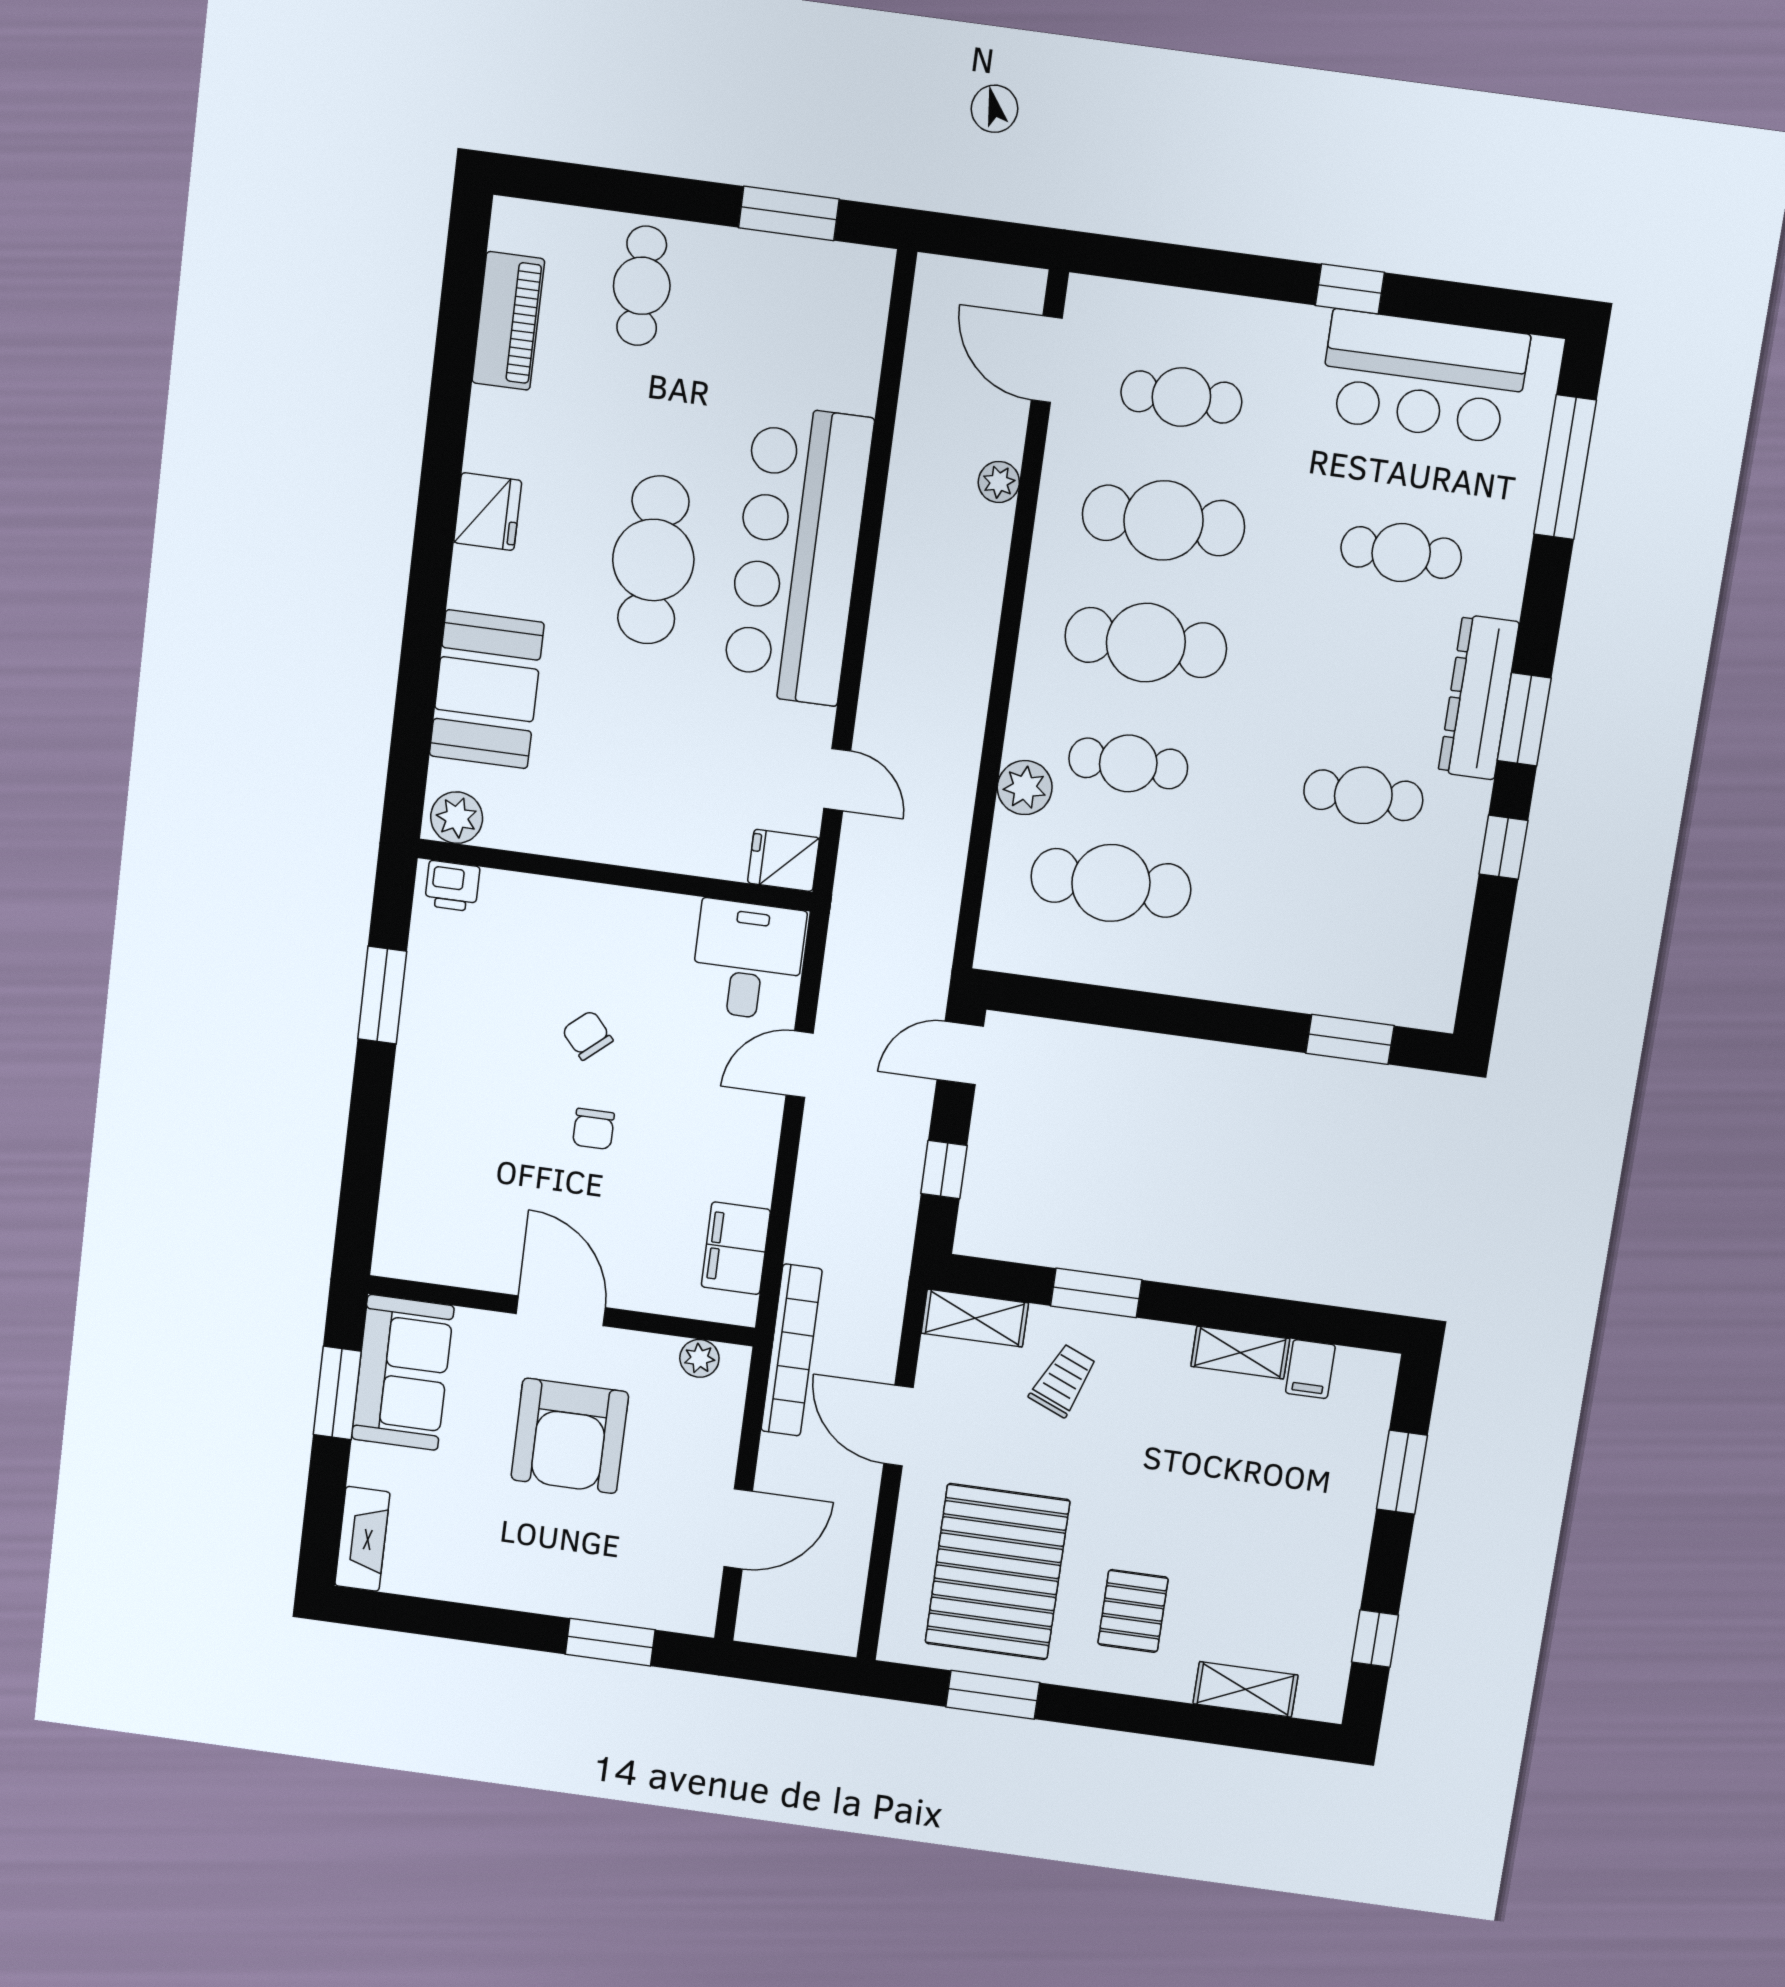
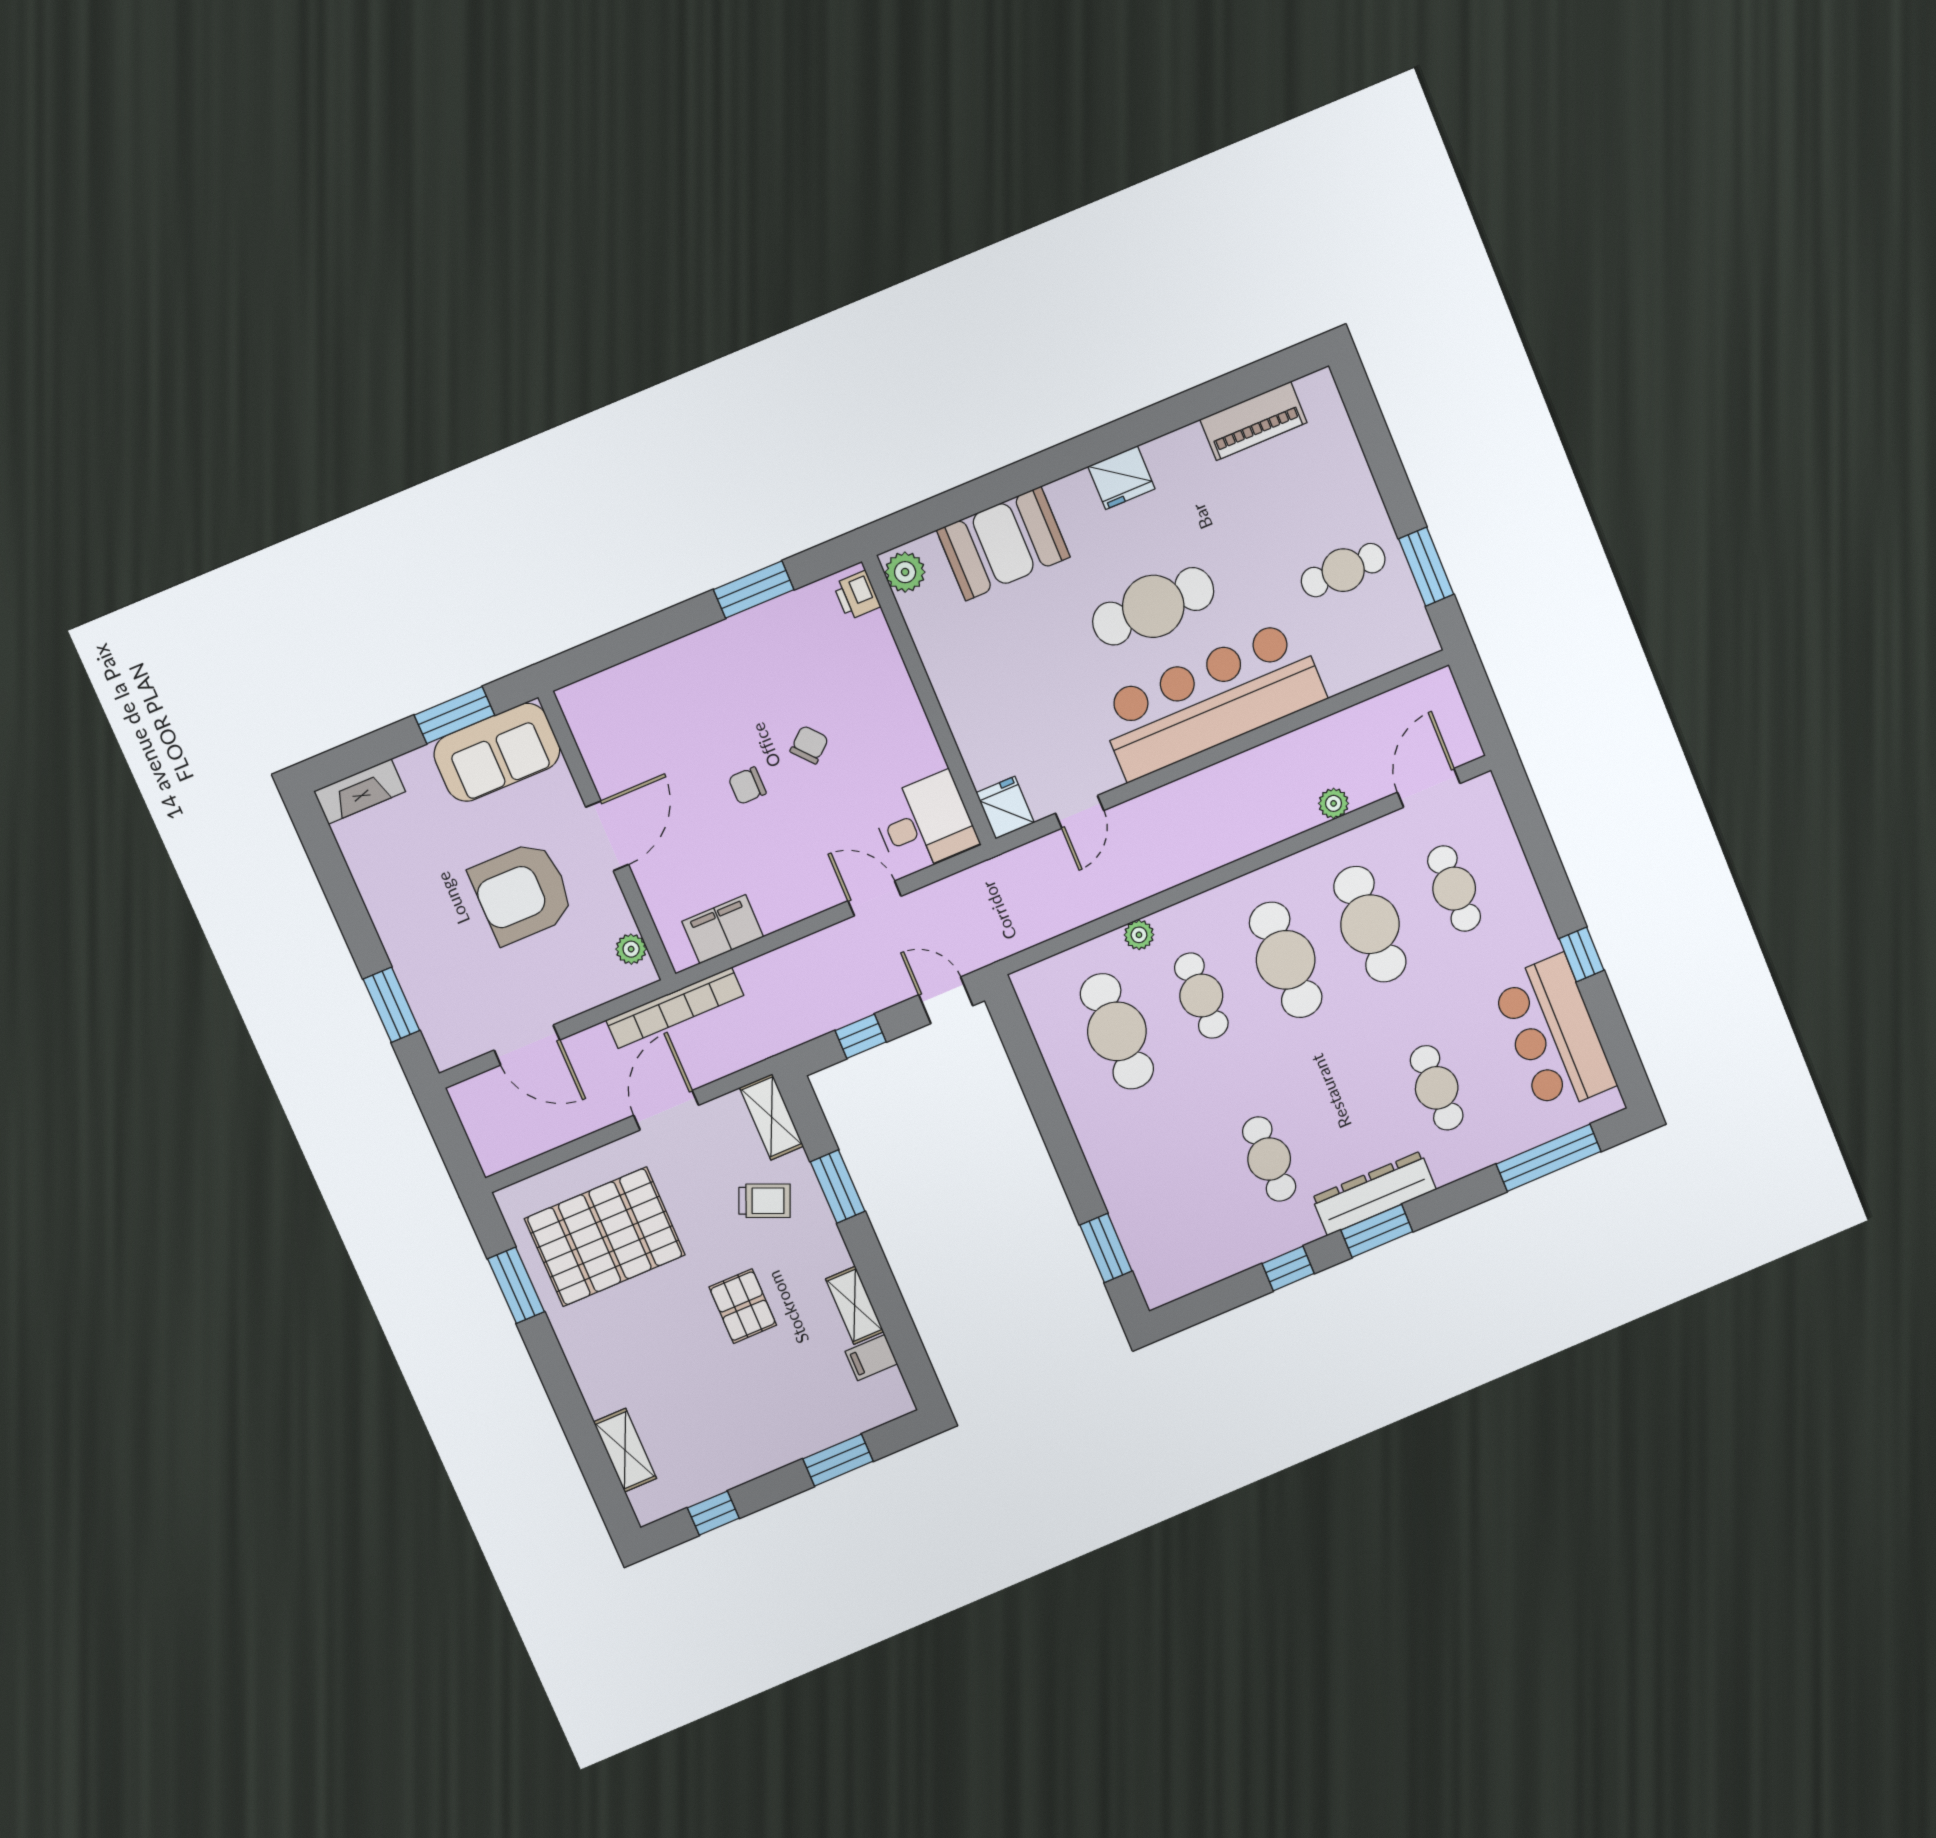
cafe table: (642, 286) -> (1343, 570), moved
plant: (1025, 788) -> (1139, 935), width x0.73, depth x0.73
pallet: (1133, 1611) -> (743, 1306), moved, turned 90

